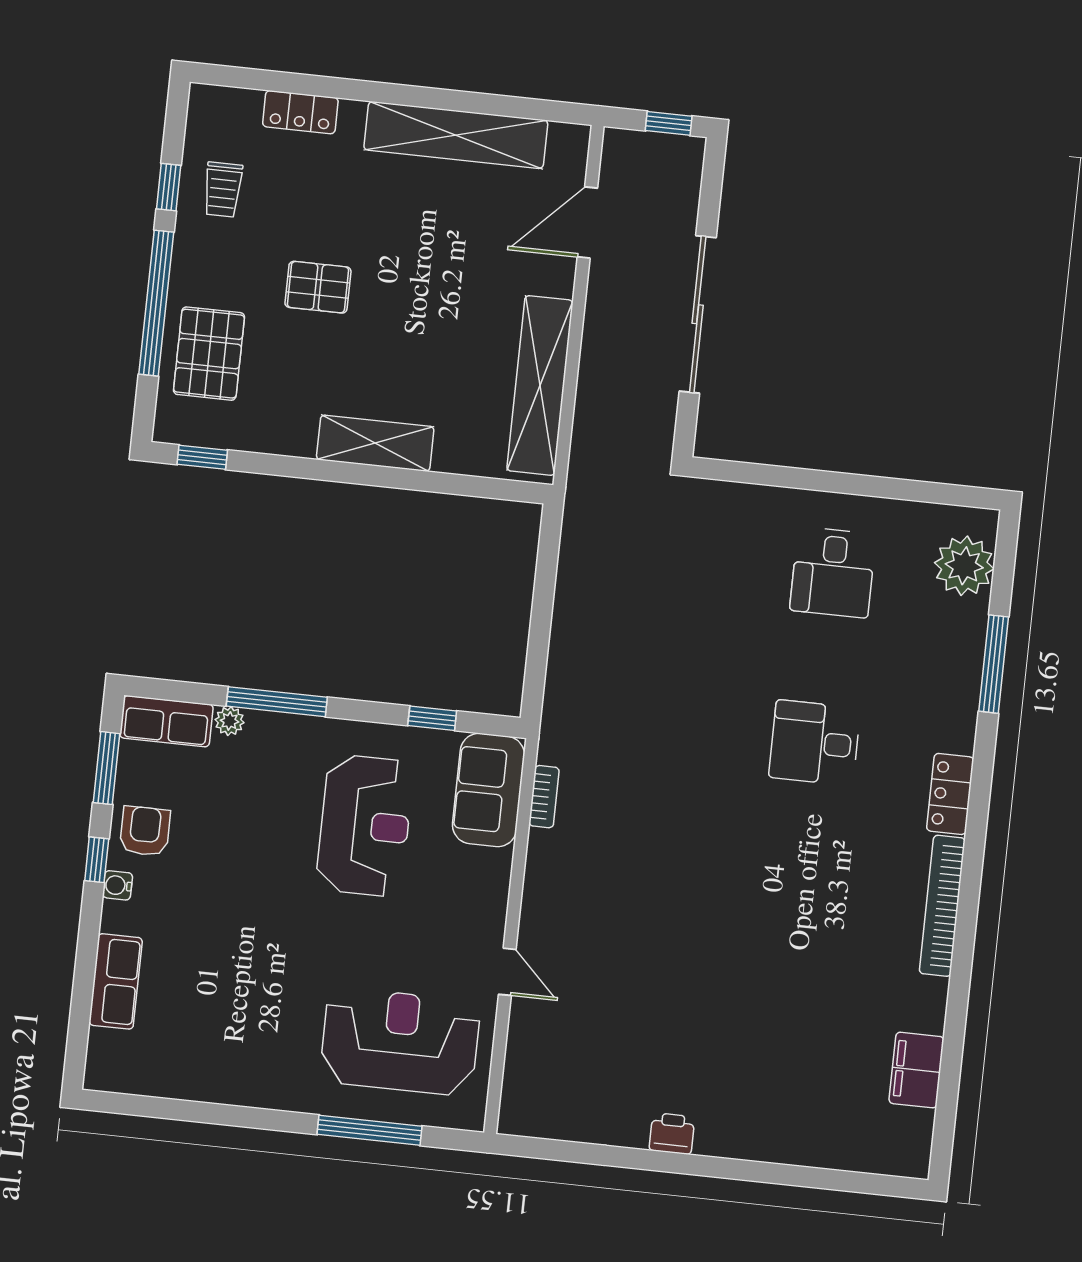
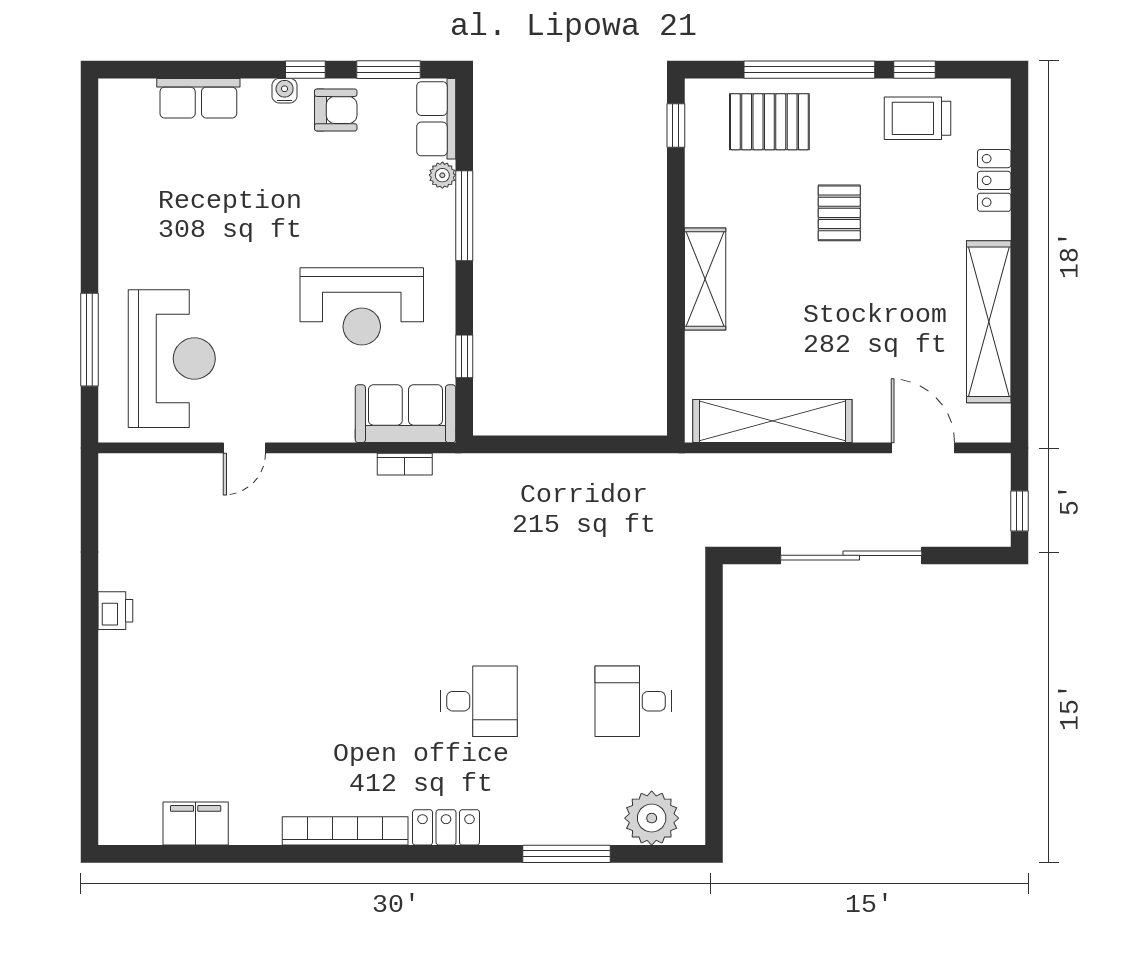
trolley: (223, 190) -> (918, 118), width x1.36, depth x1.39
desk: (815, 743) -> (479, 701), turned 90

